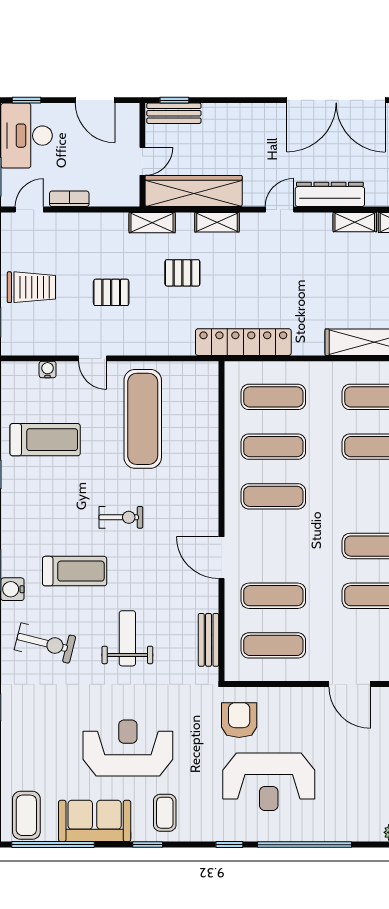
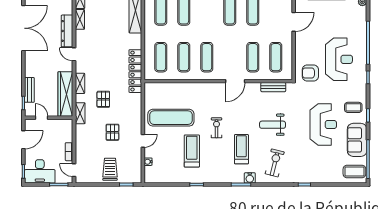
bench: (174, 113) -> (29, 90), moved
door: (142, 161) -> (41, 118), moved
treadmill: (45, 440) -> (192, 151), moved
reception desk: (128, 748) -> (323, 124), turned 180

